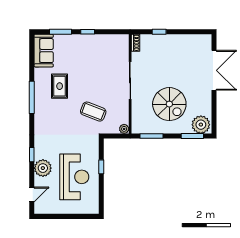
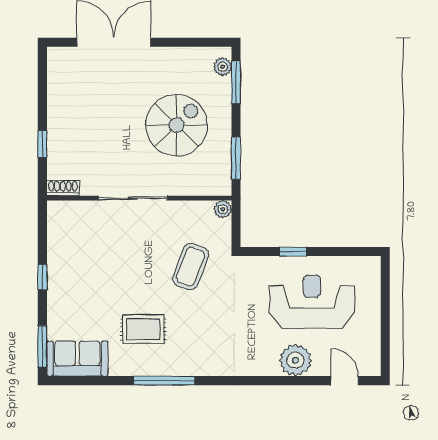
window: (60, 32) -> (42, 346), moved
plant: (201, 125) -> (223, 67), width x0.53, depth x0.53
window: (32, 155) -> (271, 381), removed

